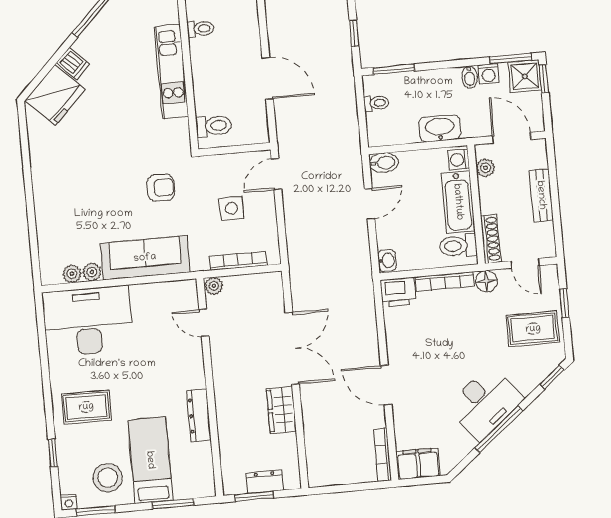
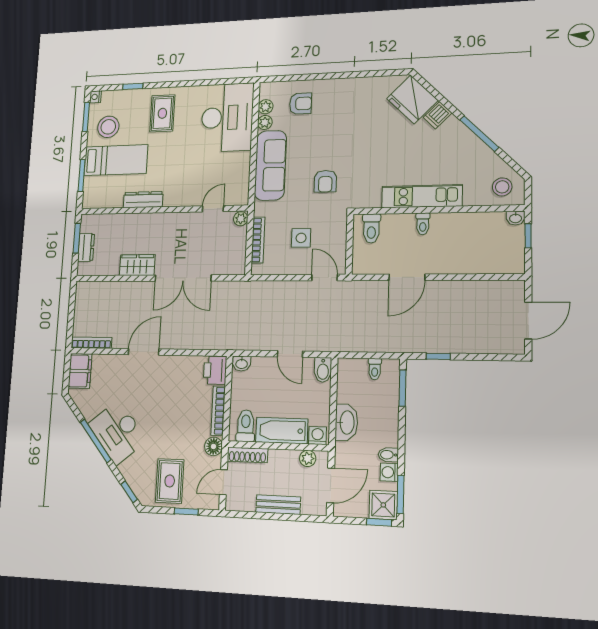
toilet: (200, 29) -> (423, 224), moved
armchair: (66, 230) -> (301, 104), added

